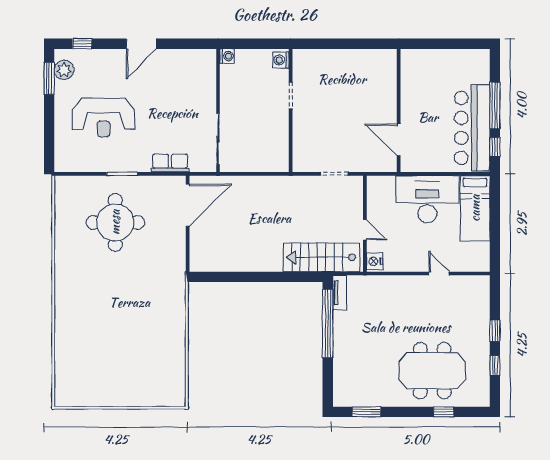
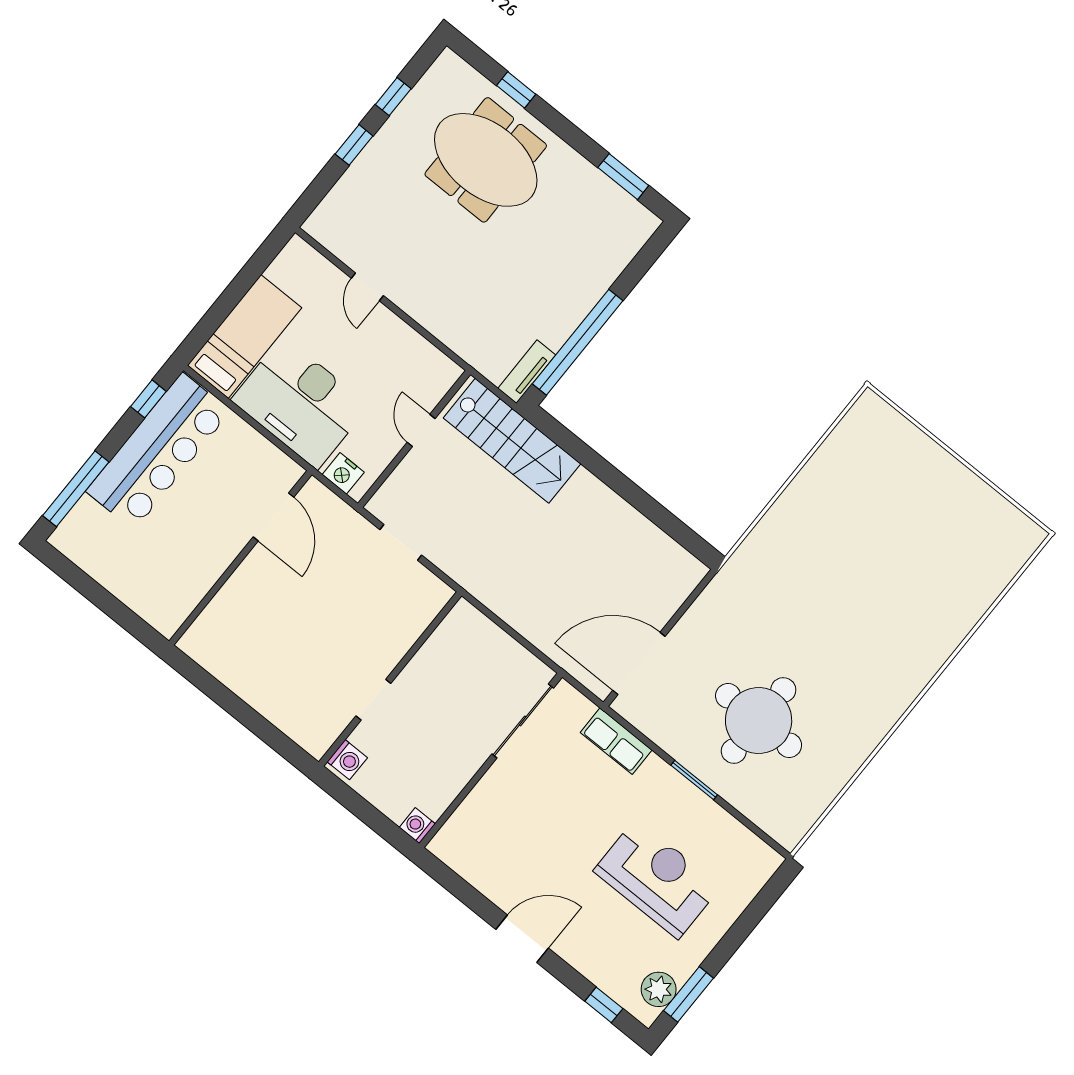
window: (495, 106) -> (76, 489), moved
nightstand: (375, 261) -> (343, 473), moved, turned 90

